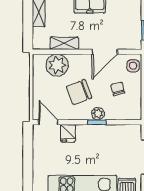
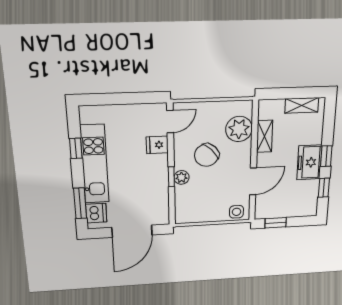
door: (105, 52) -> (253, 181), swing flipped
chair: (118, 89) -> (210, 197), removed
chair: (79, 92) -> (207, 155), turned -114

